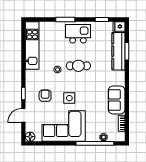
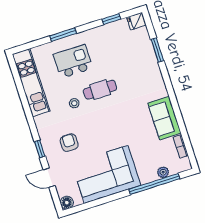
kitchen island: (78, 34) -> (73, 61), moved
kitchen counter: (119, 51) -> (146, 54), removed
side table: (69, 98) -> (102, 136), removed
door: (23, 115) -> (49, 178), hinge flipped

